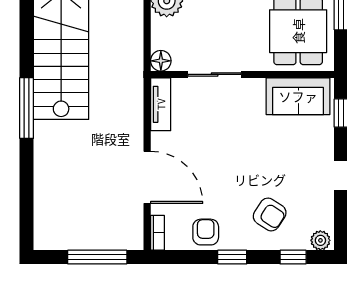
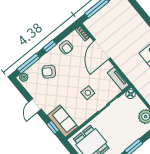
sofa: (298, 96) -> (63, 121), moved, turned 90
side table: (232, 123) -> (88, 93), added
door: (147, 177) -> (102, 50), hinge flipped
window: (293, 257) -> (28, 64), width x2.17

